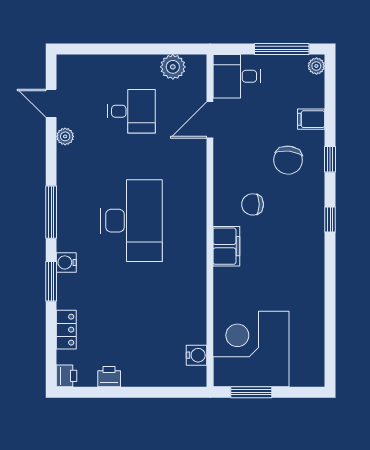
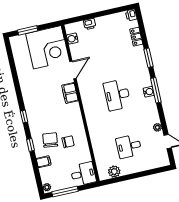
door: (210, 120) -> (73, 70), moved
chair: (253, 204) -> (68, 142), moved
desk: (132, 221) -> (117, 95), width x0.73, depth x0.77
water cooler: (66, 262) -> (149, 92), moved
printer: (109, 377) -> (90, 24), moved
window: (251, 392) -> (28, 30), moved

